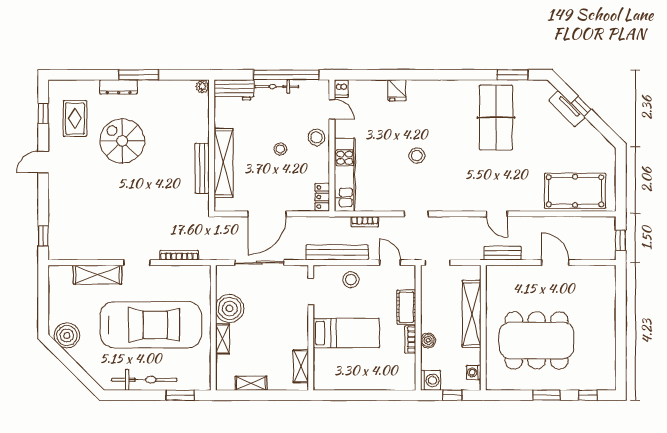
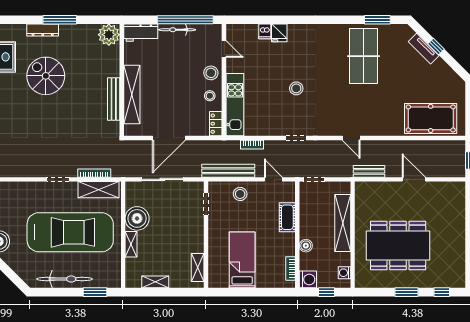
plant: (202, 86) -> (109, 35), width x1.87, depth x1.87
dishwasher: (341, 89) -> (265, 31), moved
stool: (280, 149) -> (210, 96), moved
door: (497, 214) -> (351, 138), moved
shelving: (98, 275) -> (99, 190), moved
bed: (346, 333) -> (242, 260), moved, turned -90
bookcase: (410, 340) -> (291, 268), moved

